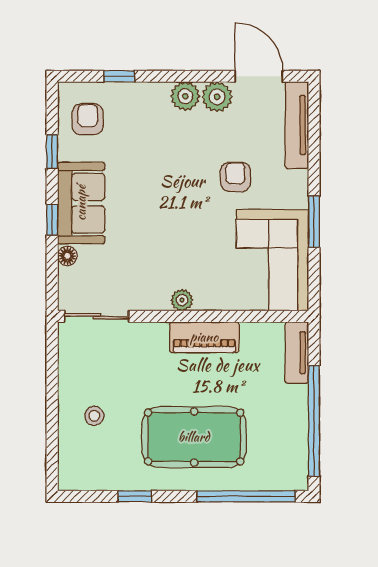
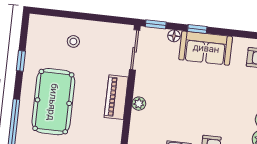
window: (52, 152) -> (156, 24), moved
piano: (204, 337) -> (116, 97), moved

